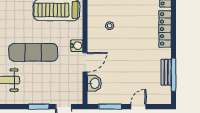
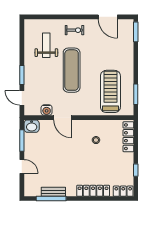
water cooler: (77, 46) -> (47, 110), moved
washbasin: (94, 83) -> (32, 126), moved

